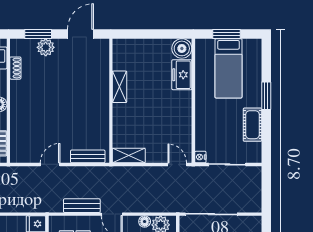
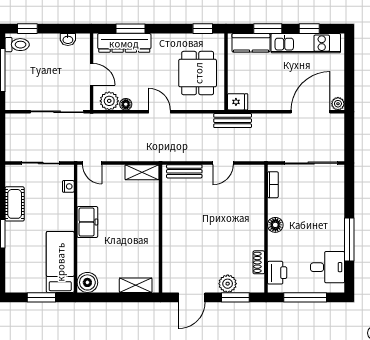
bed: (228, 68) -> (60, 262), moved
freezer: (182, 75) -> (87, 222), moved
shelving: (120, 87) -> (136, 285), moved, turned 90
nightstand: (200, 157) -> (68, 186), moved
bench: (82, 206) -> (233, 121), moved

